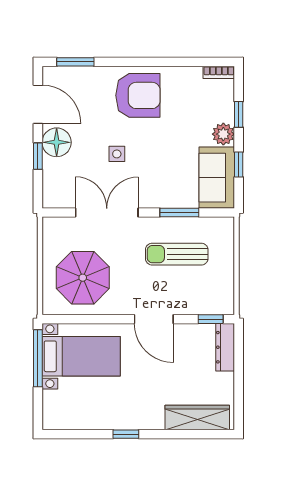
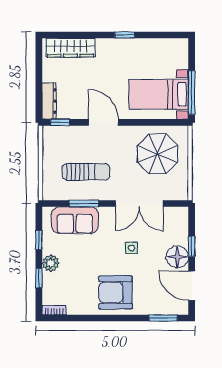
sofa: (217, 178) -> (75, 220), moved, turned 90

